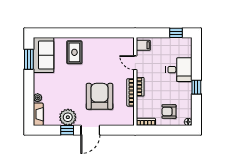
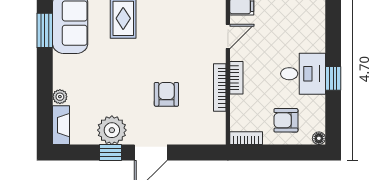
door: (135, 63) -> (228, 36), swing flipped
desk: (179, 70) -> (303, 74), moved
armchair: (100, 96) -> (166, 94), width x0.53, depth x0.53

